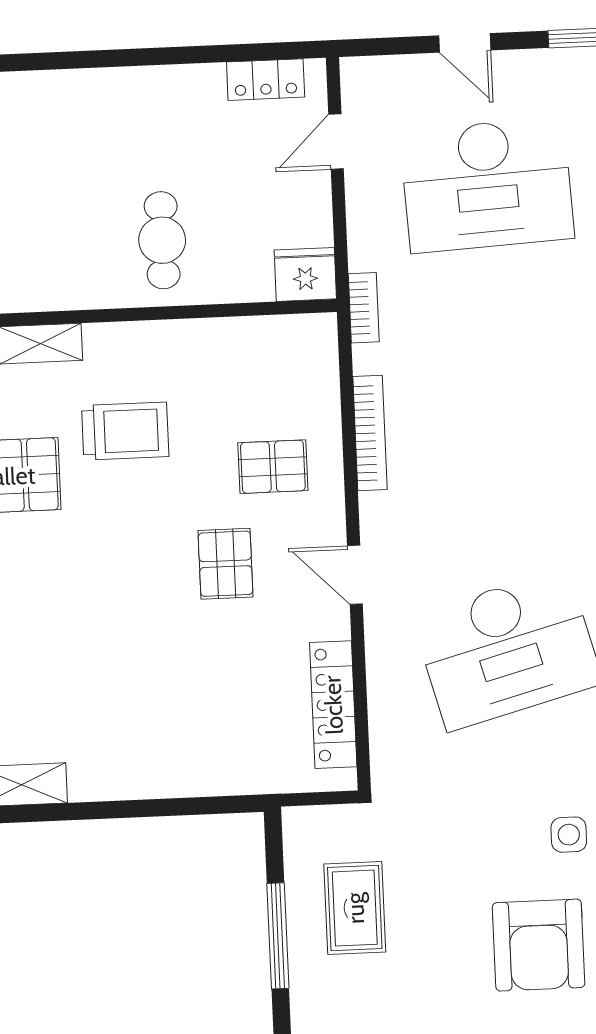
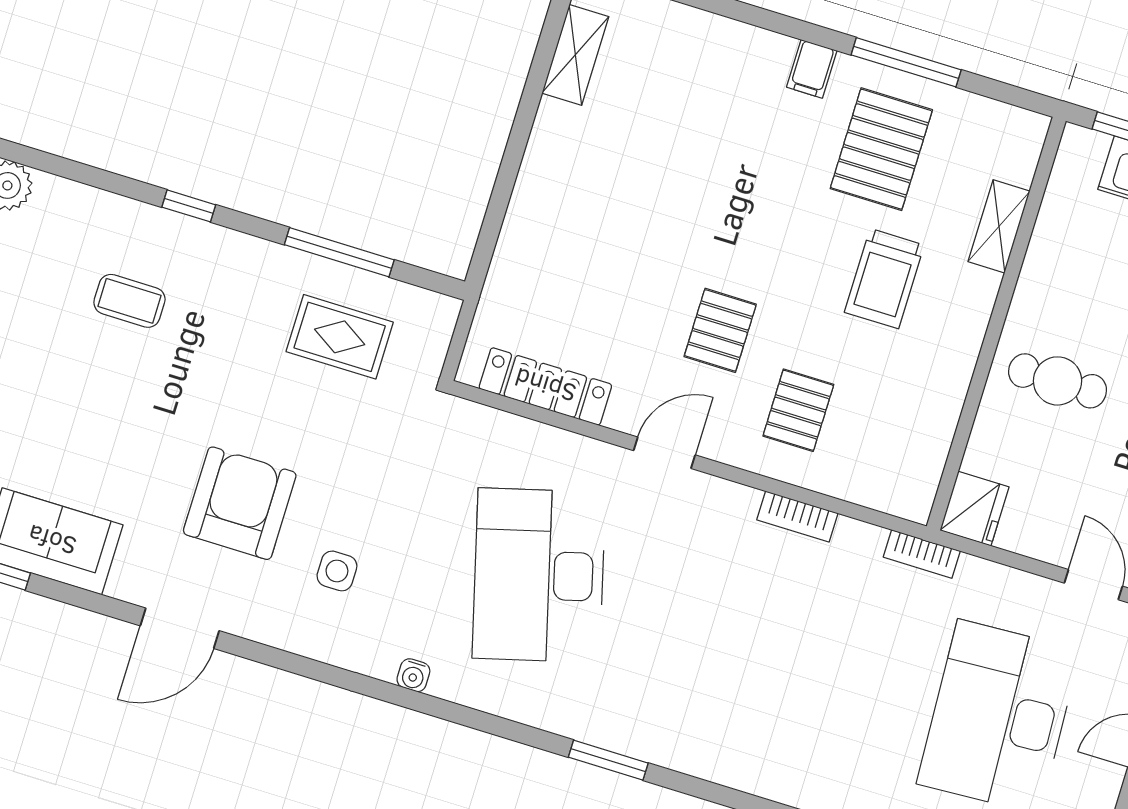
bookcase: (370, 433) -> (797, 517), width x0.64
pallet: (225, 564) -> (720, 330), turned 90
armchair: (539, 945) -> (240, 503), turned 90

